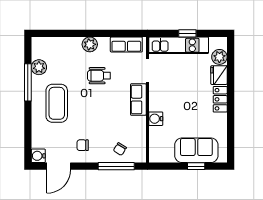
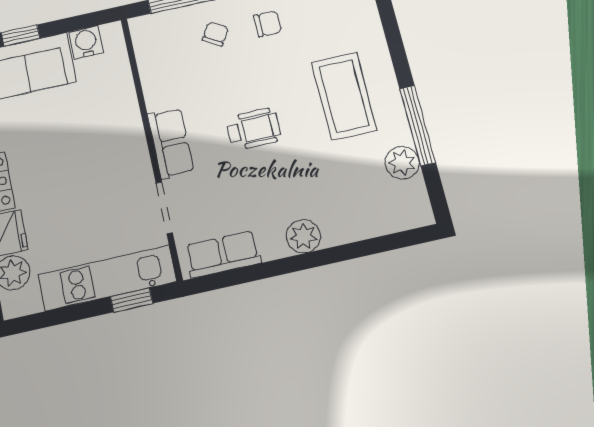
window: (187, 33) -> (132, 300), moved
wheelchair: (99, 76) -> (254, 129), moved
water cooler: (156, 119) -> (86, 42), moved, turned -90
chair: (120, 149) -> (215, 34), moved

